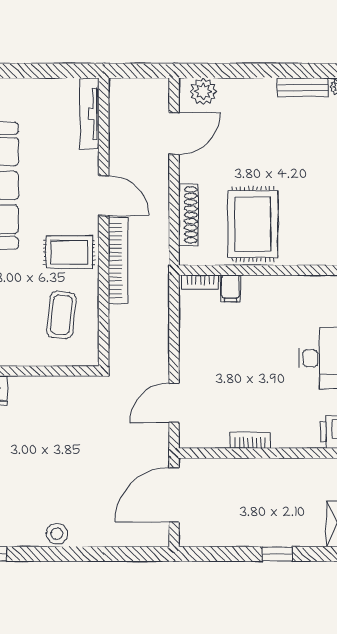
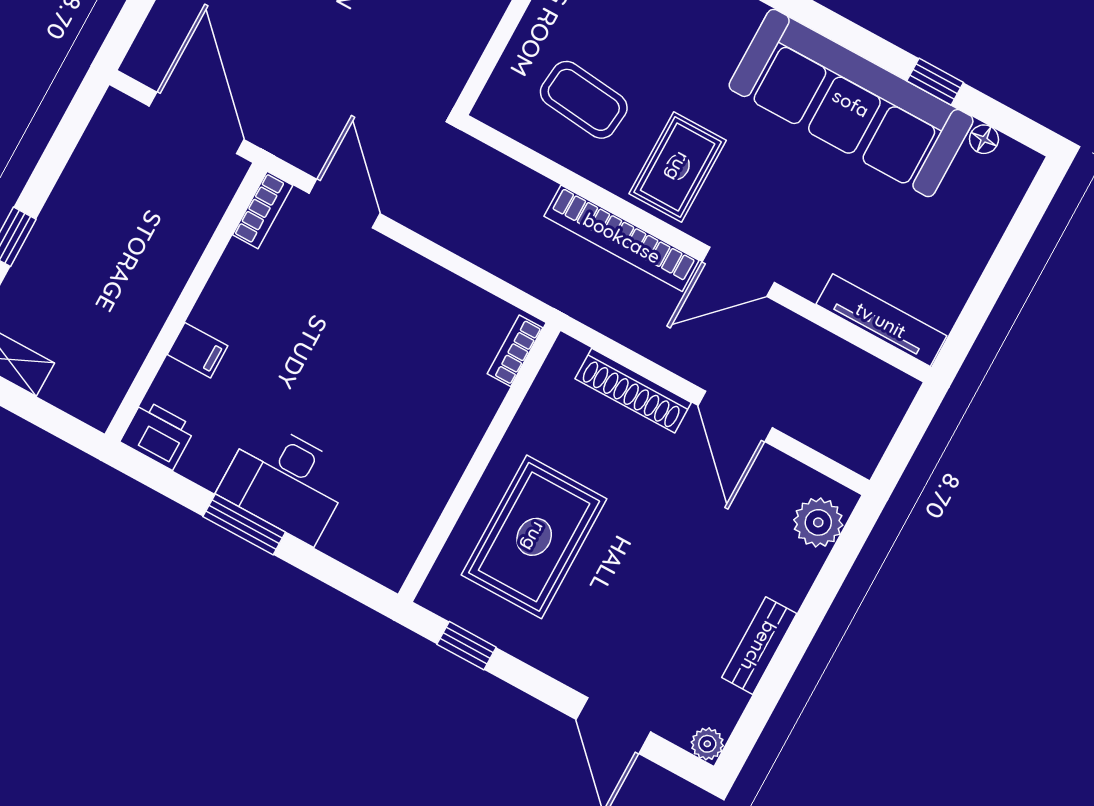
bench: (303, 87) -> (759, 646), moved
door: (174, 134) -> (735, 416), moved
rug: (253, 224) -> (534, 537), moved, turned 90
filing cabinet: (230, 288) -> (198, 350), moved, turned 180
bookcase: (250, 440) -> (263, 210), moved

